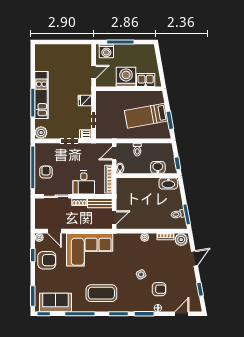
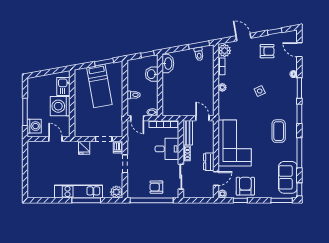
dresser: (71, 224) -> (209, 162), added
armchair: (159, 289) -> (267, 51), moved, turned 90
coffee table: (101, 293) -> (279, 131), width x0.73, depth x0.76

